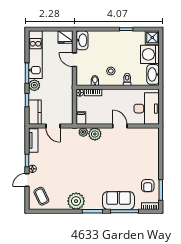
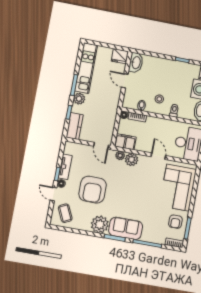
filing cabinet: (81, 118) -> (125, 142), width x2.00
door: (53, 126) -> (101, 146), moved
tv unit: (33, 140) -> (65, 167), moved
corner sofa: (144, 153) -> (178, 188), added
armchair: (63, 169) -> (93, 190), added
door: (27, 180) -> (54, 194), hinge flipped
sofa: (118, 200) -> (126, 228), moved

